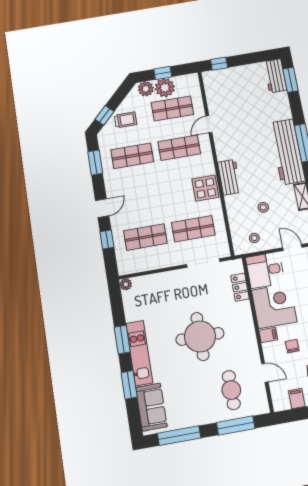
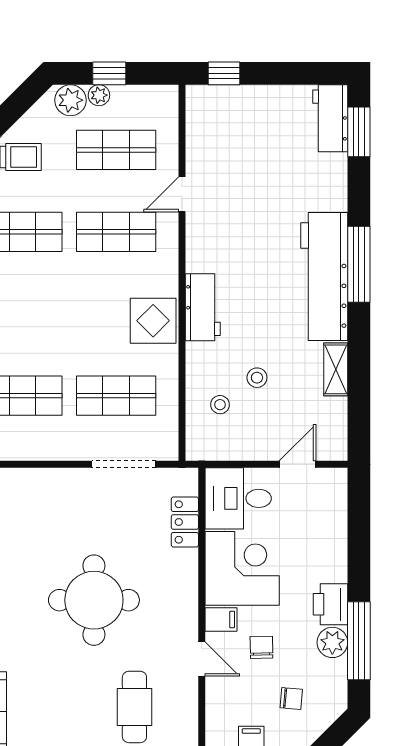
plant: (165, 88) -> (99, 95), width x0.53, depth x0.53
stool: (254, 238) -> (220, 405), moved
door: (292, 247) -> (298, 464), hinge flipped
door: (265, 373) -> (202, 659), moved

